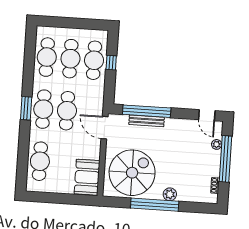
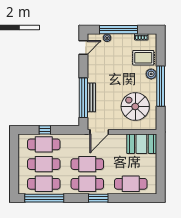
window: (30, 56) -> (44, 198), added
window: (26, 108) -> (98, 198), moved
spiral stairs: (132, 173) -> (135, 107), width x0.73, depth x0.73
rug: (190, 186) -> (143, 58), added

